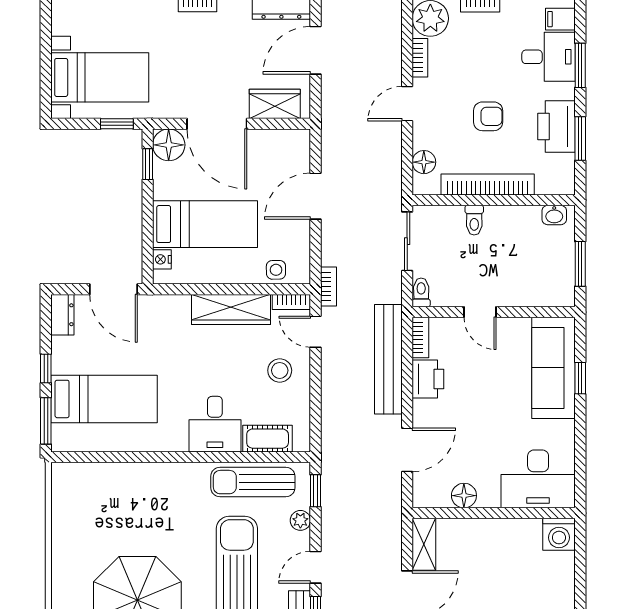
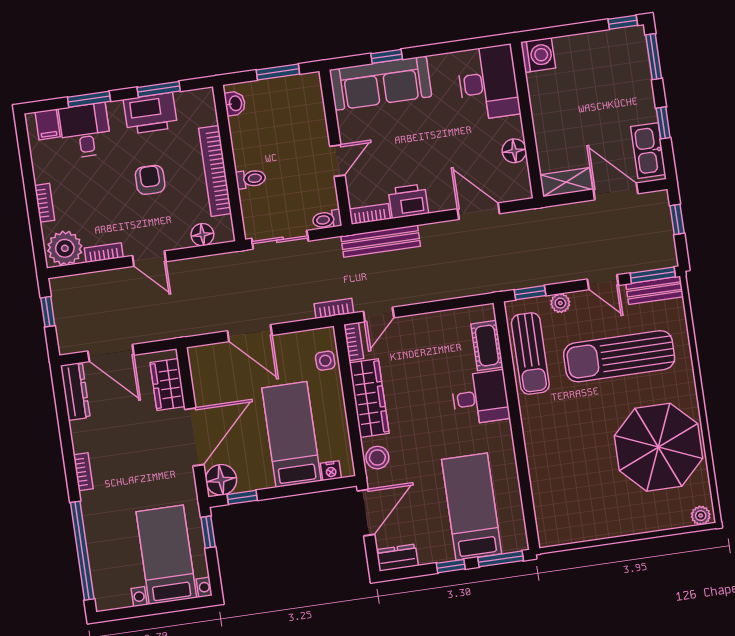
bench: (388, 359) -> (381, 241), width x0.73, depth x0.82
stool: (280, 370) -> (377, 458), moved

